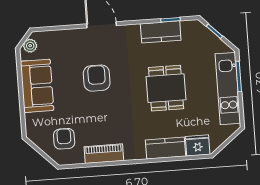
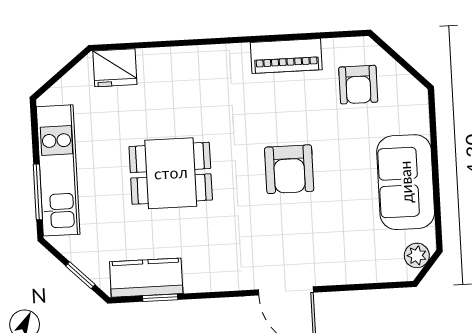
kitchen counter: (161, 32) -> (146, 278), moved
armchair: (97, 78) -> (289, 169), moved
dining table: (166, 88) -> (171, 173), turned 90
kitchen counter: (166, 148) -> (174, 64), removed

